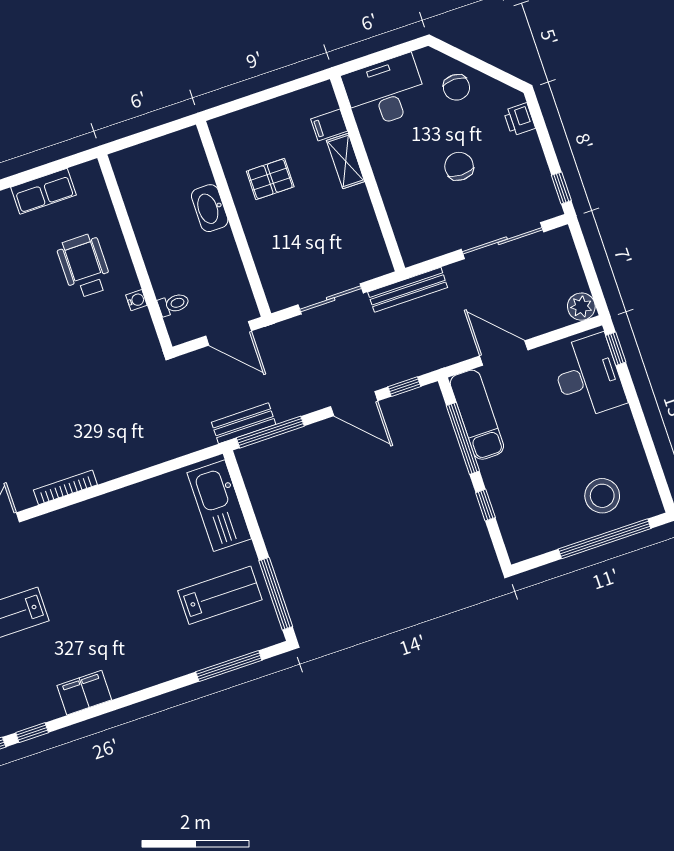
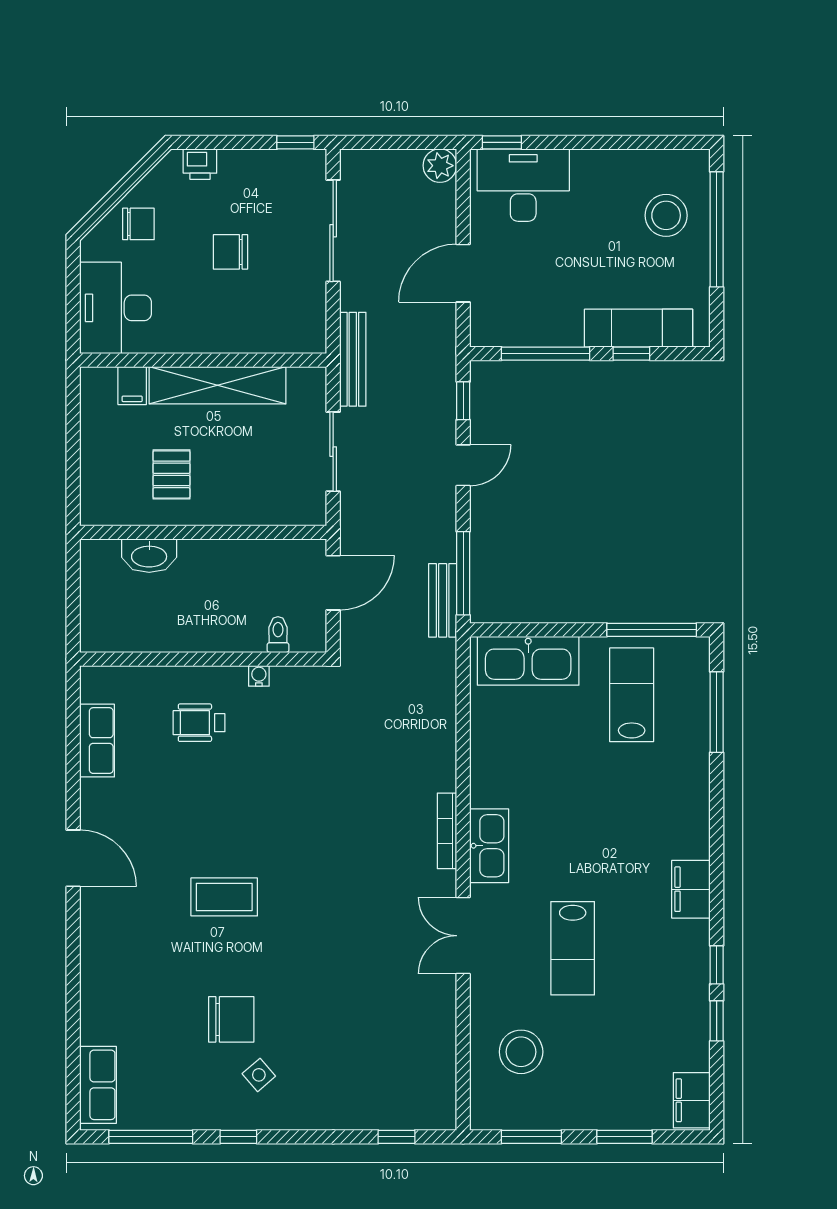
shelving: (346, 161) -> (217, 385), width x2.20, depth x1.33
washbasin: (210, 208) -> (149, 556), moved
wheelchair: (84, 266) -> (199, 723), width x0.73, depth x0.73
door: (354, 404) -> (463, 465), width x0.73
exam couch: (477, 415) -> (638, 328), moved
kitchen sink: (65, 524) -> (489, 846), added

